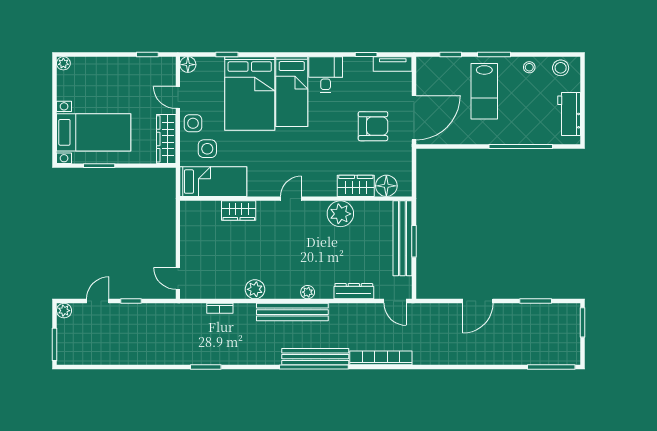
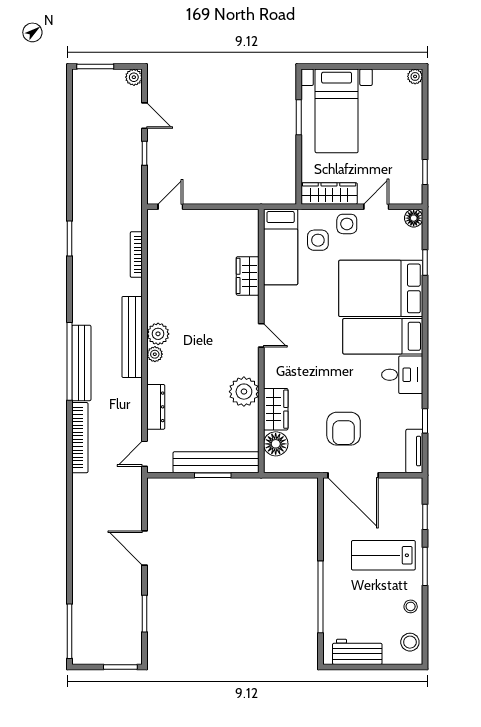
plant: (255, 289) -> (158, 334), moved
bookcase: (220, 308) -> (136, 255), width x1.56

